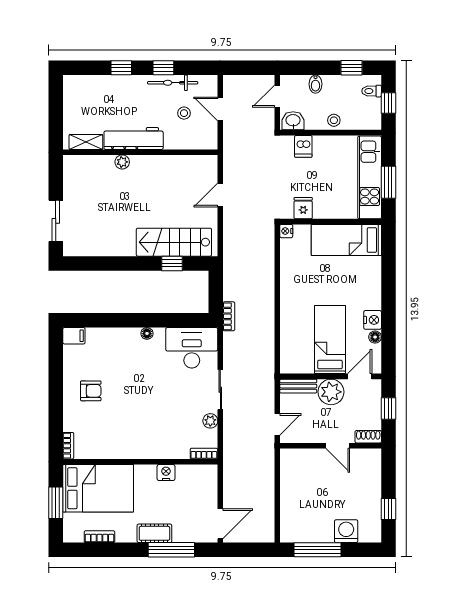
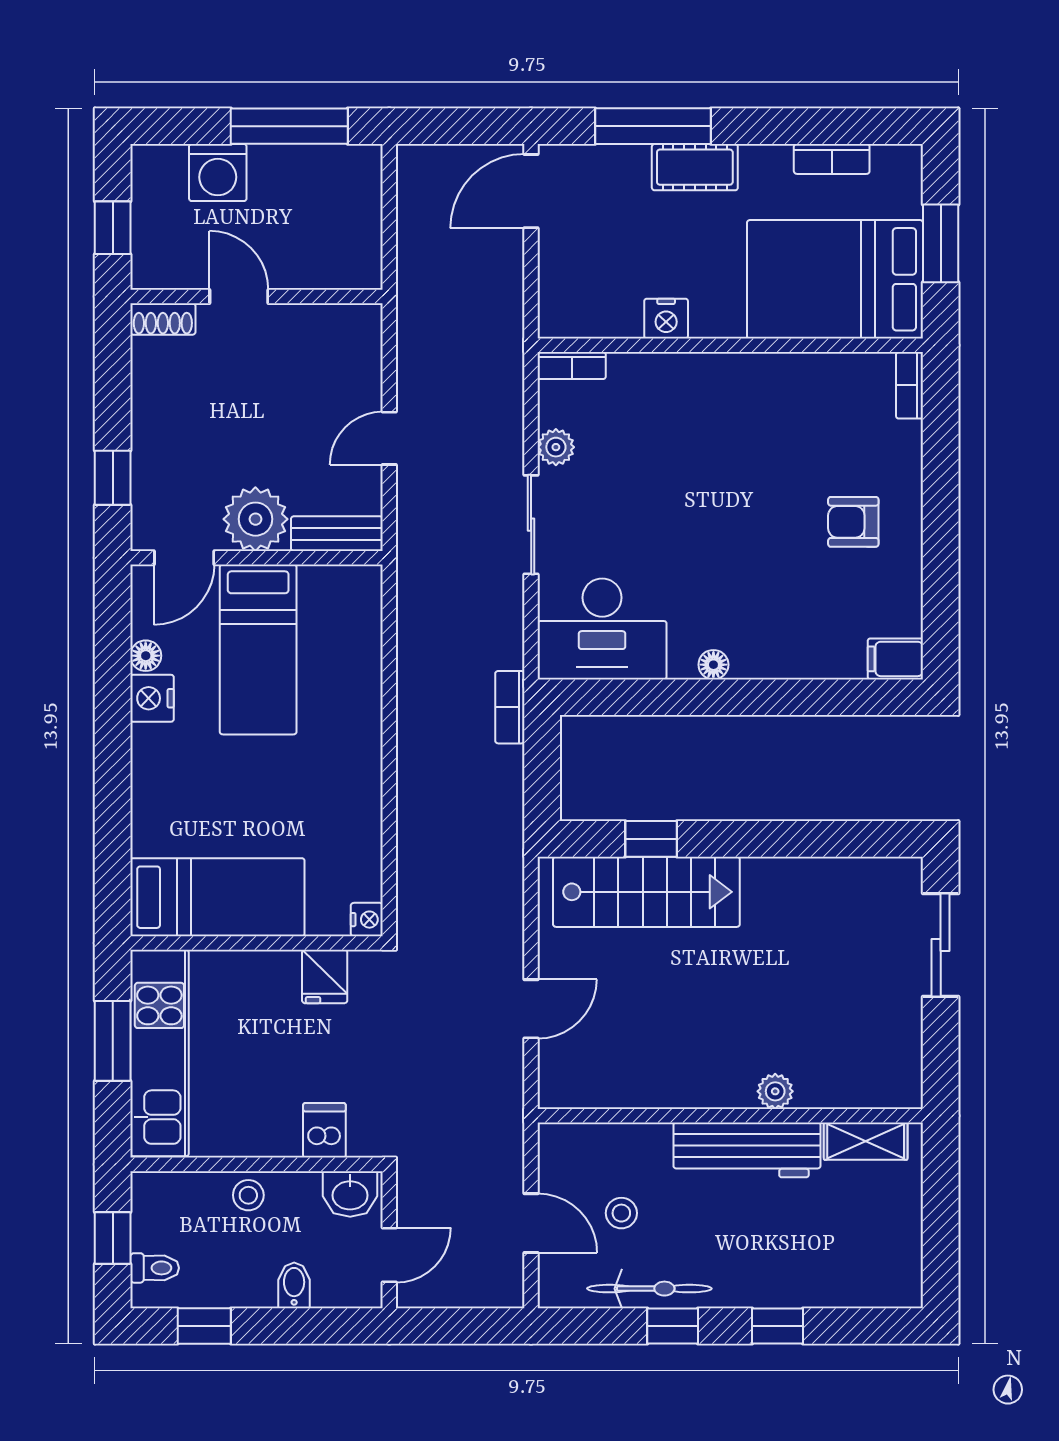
shoe rack: (368, 437) -> (163, 319), moved
wall: (331, 446) -> (257, 297), moved
door: (338, 446) -> (239, 297), moved

